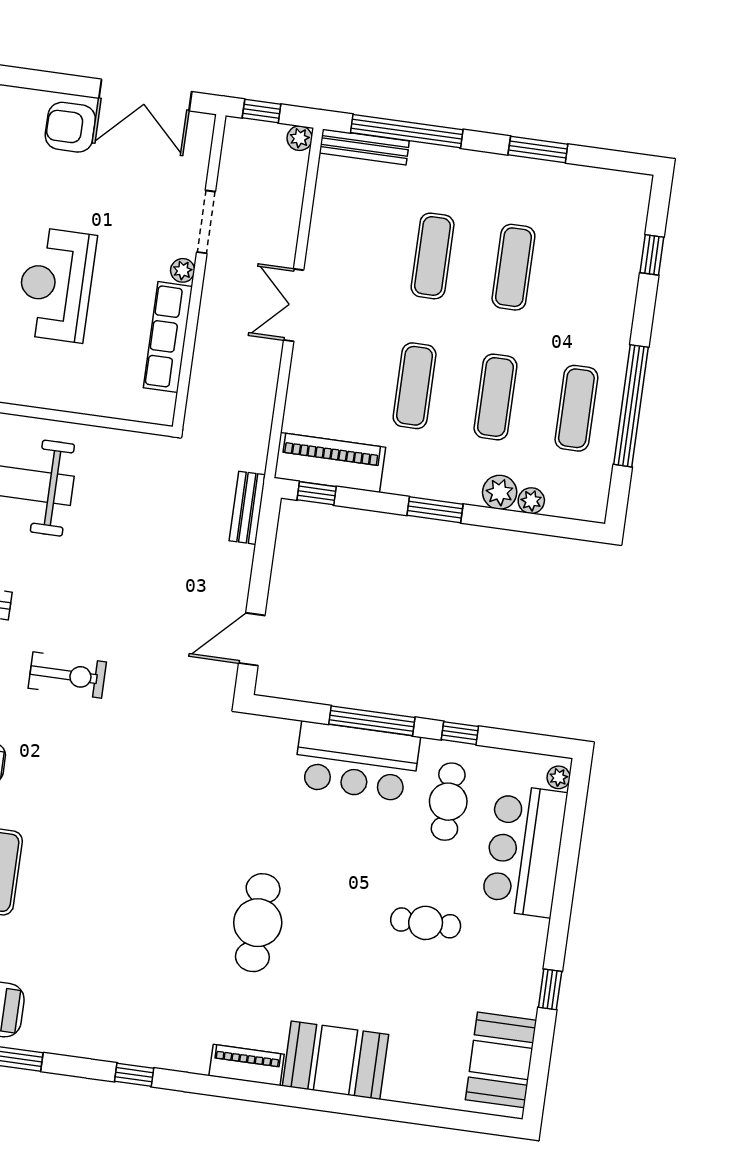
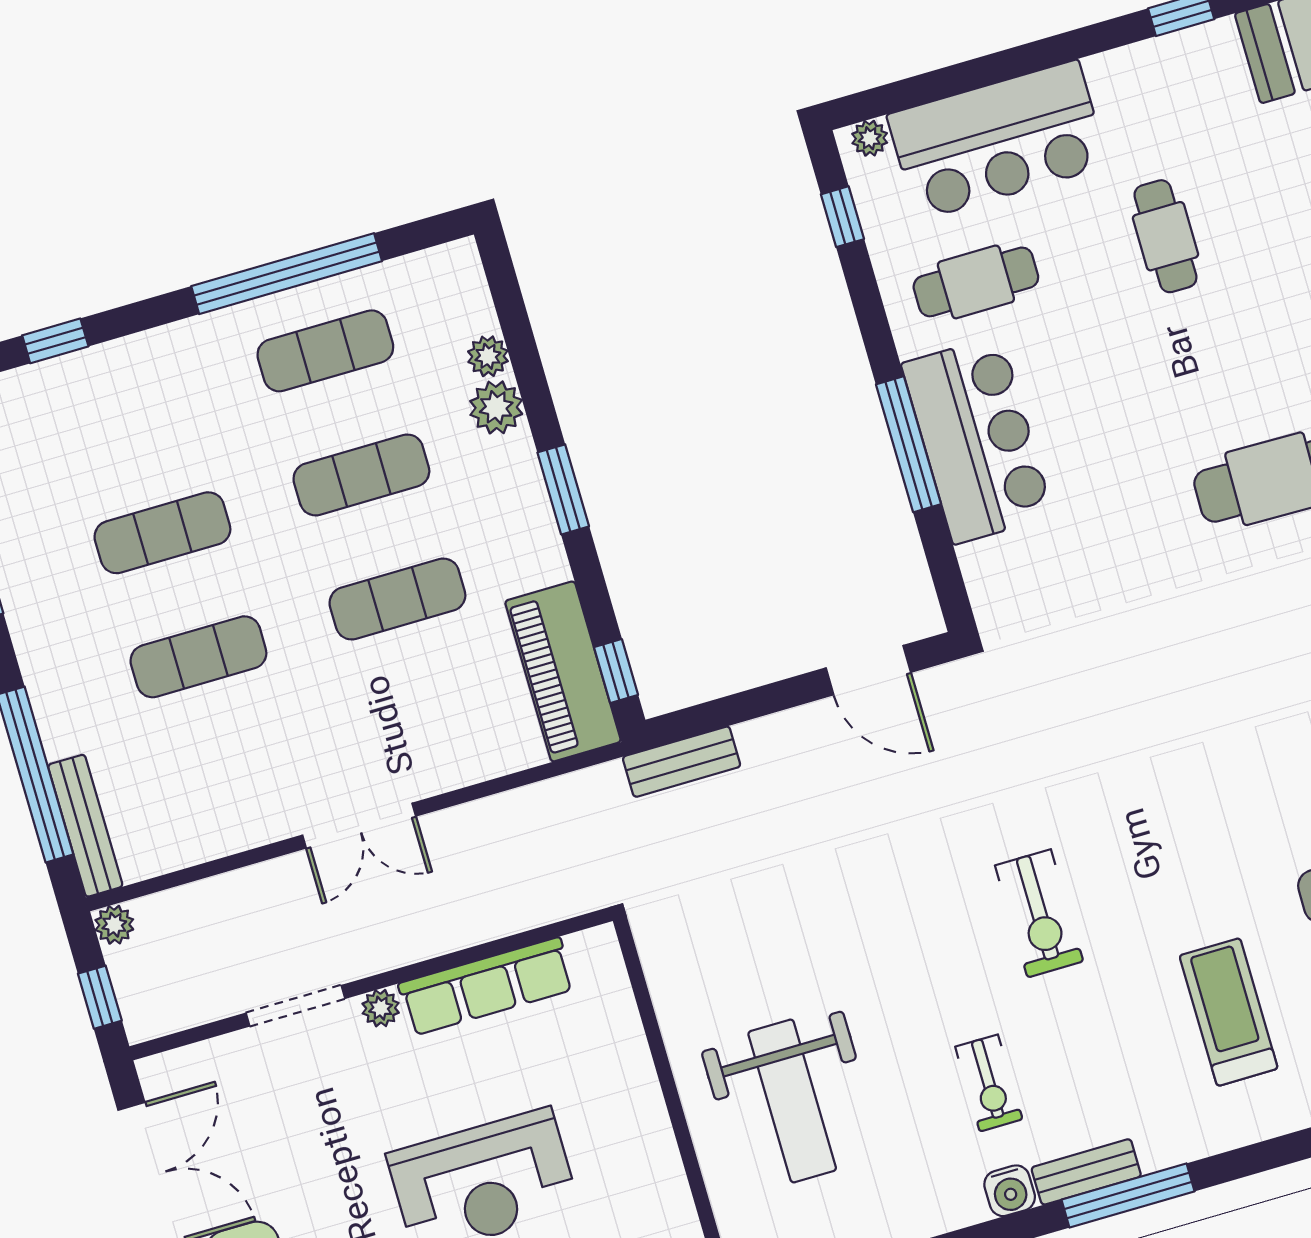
exercise bike: (67, 675) -> (1039, 913), turned 180
window: (460, 733) -> (842, 217), moved

